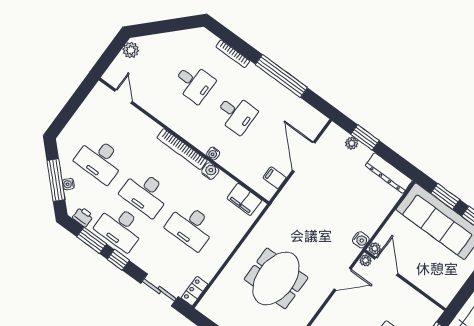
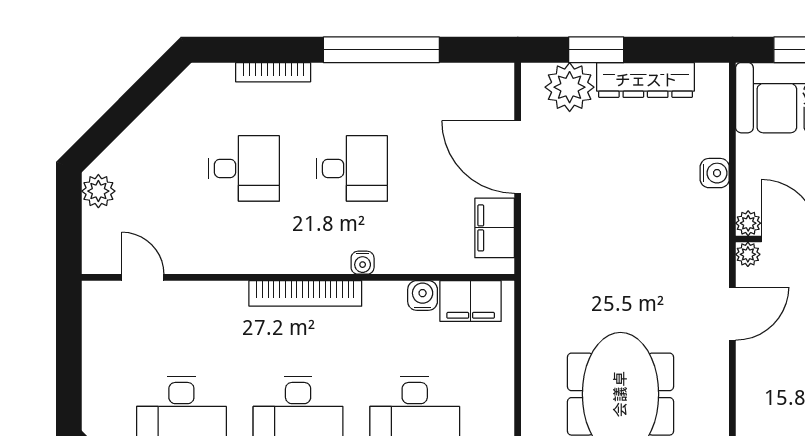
plant: (352, 143) -> (570, 87), width x1.87, depth x1.87
water cooler: (210, 171) -> (423, 295), moved
dresser: (389, 173) -> (646, 80), moved
filing cabinet: (275, 178) -> (495, 228), width x2.00
water cooler: (361, 240) -> (715, 173), moved

